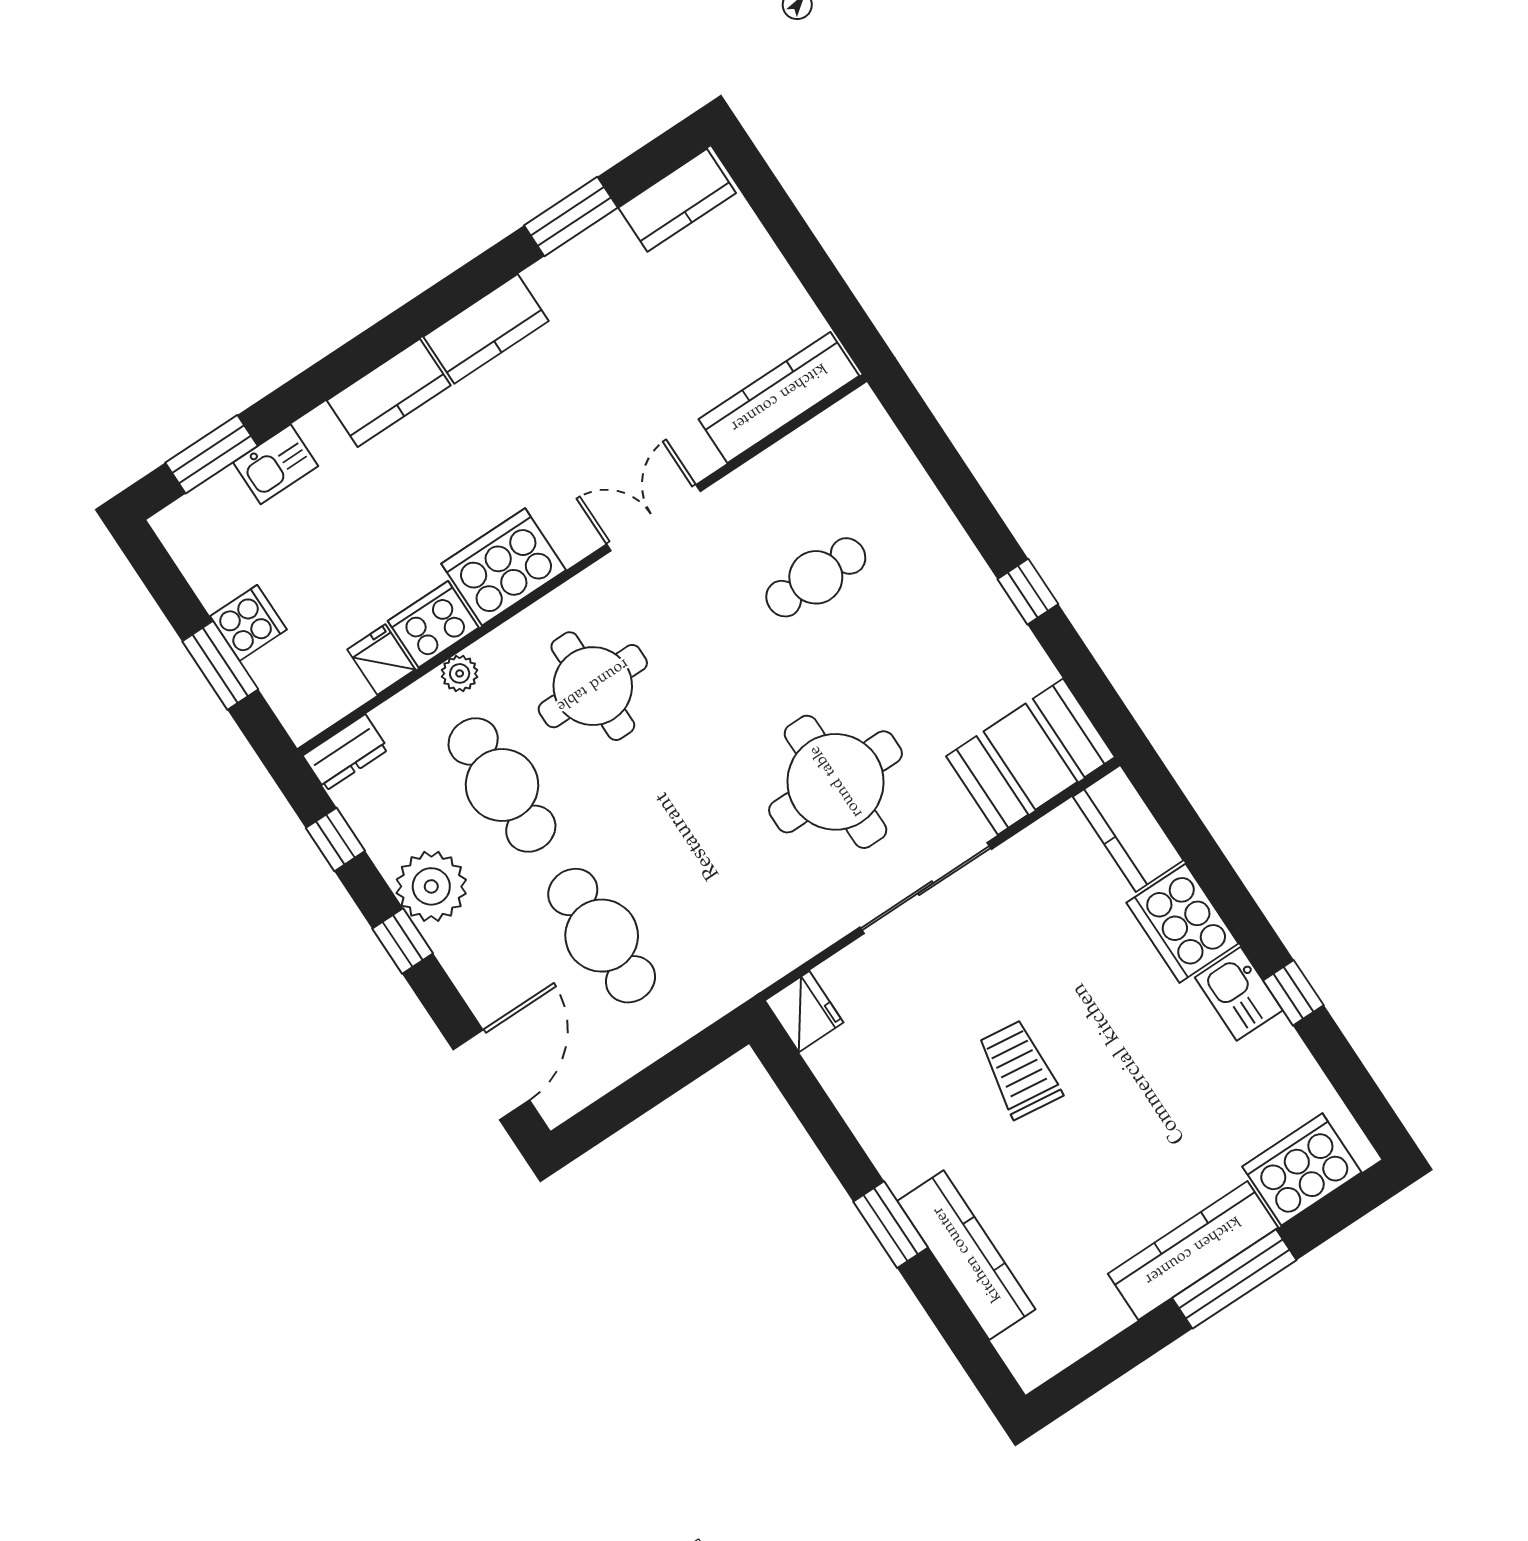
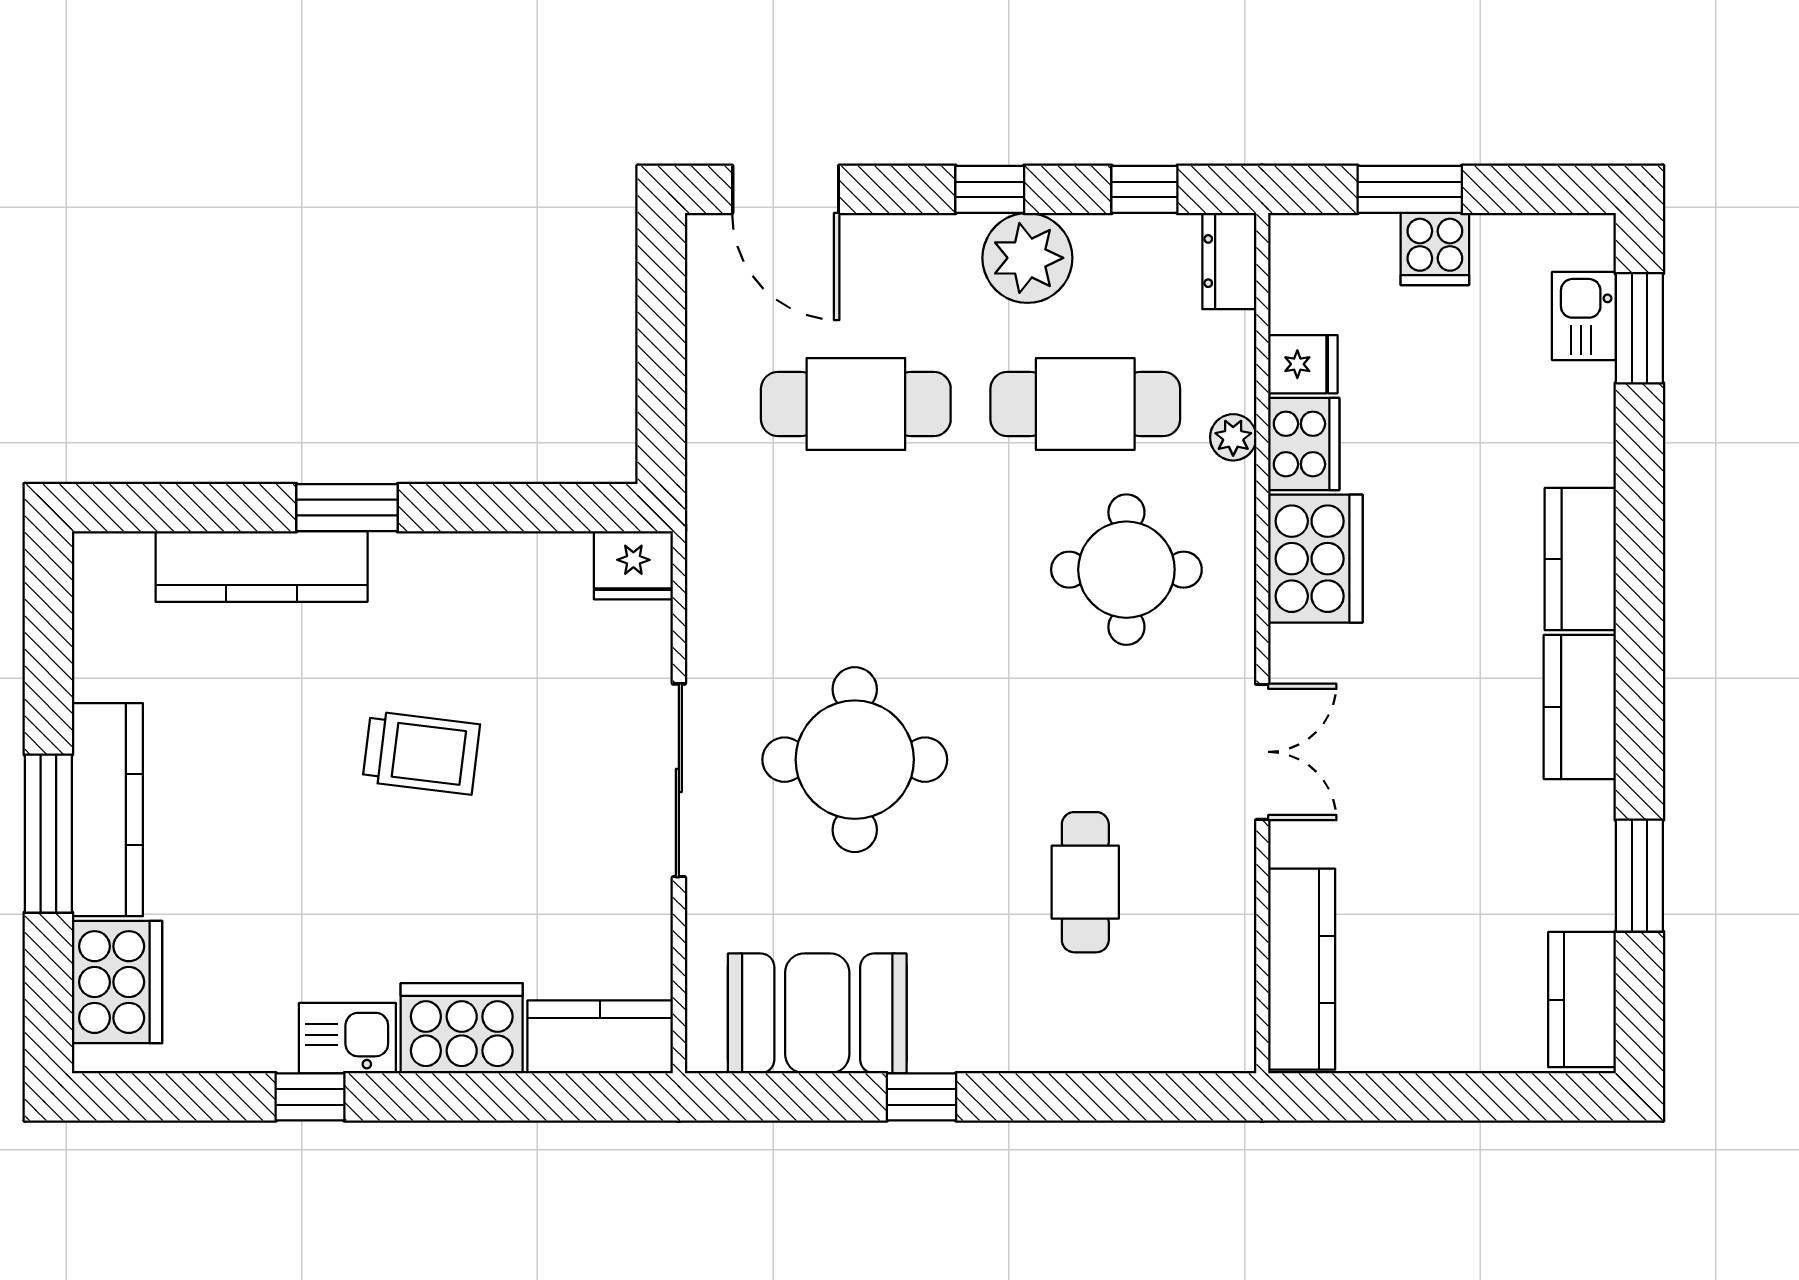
kitchen sink: (276, 464) -> (1584, 316), moved
booth: (1031, 757) -> (817, 1013), moved, turned 90

